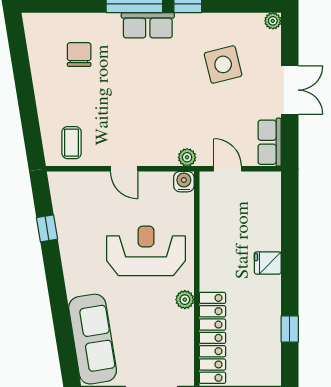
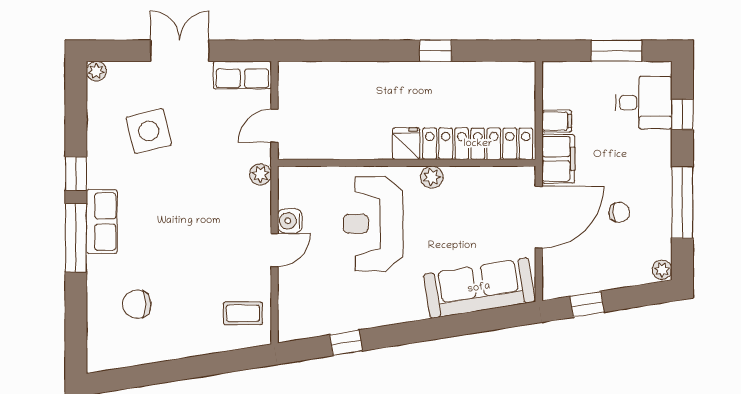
water cooler: (184, 182) -> (290, 221), moved
fridge: (268, 263) -> (406, 144), moved, turned 180
window: (290, 329) -> (435, 51), moved

